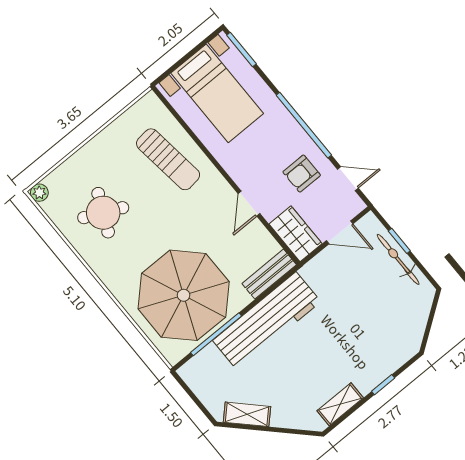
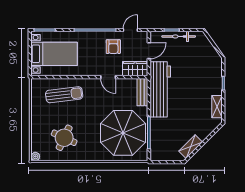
workbench: (267, 321) -> (160, 89), moved

